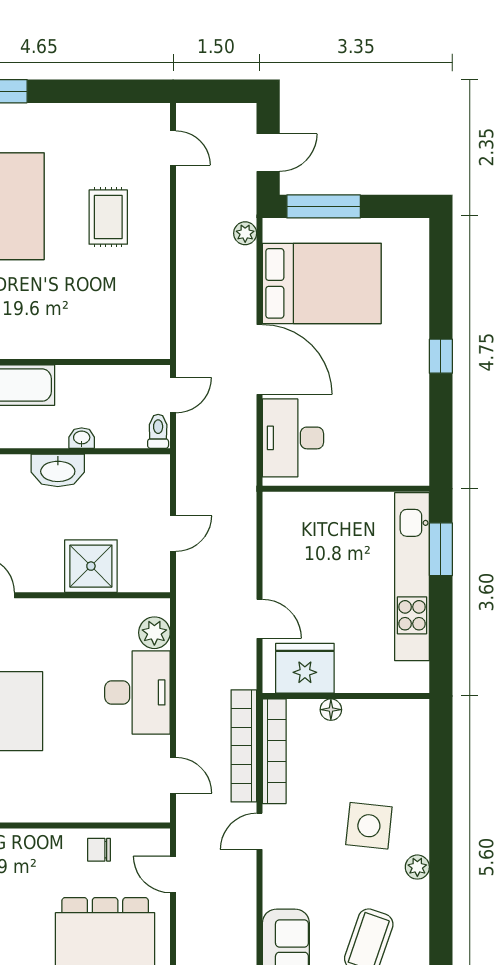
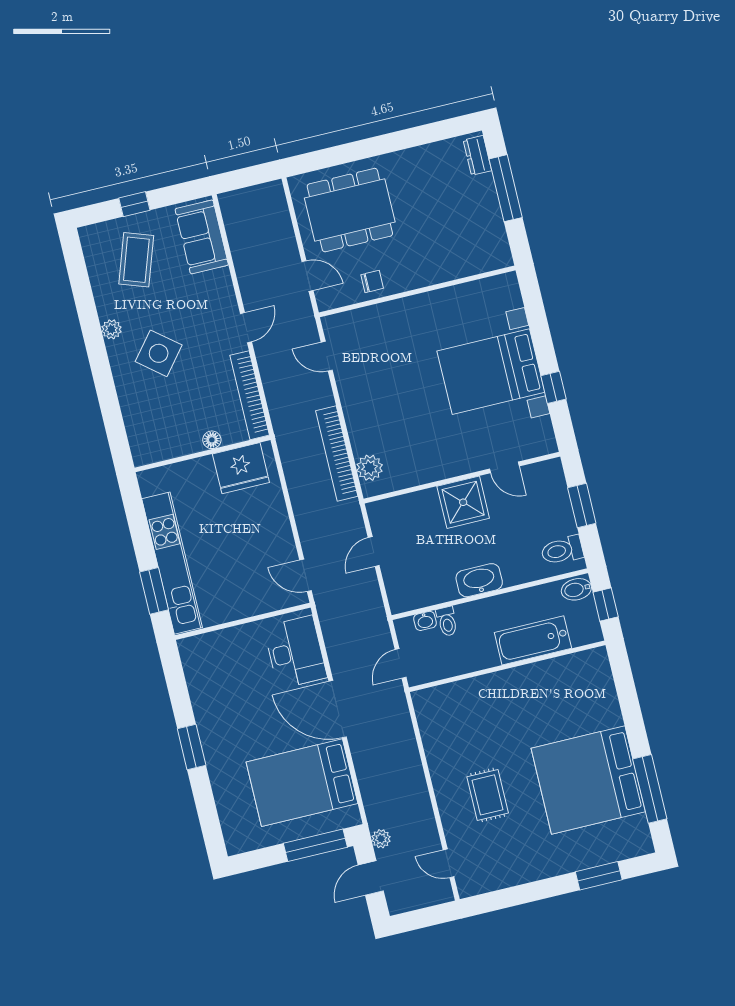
plant: (245, 233) -> (381, 839), moved
window: (441, 356) -> (192, 747), width x1.50
toilet: (158, 431) -> (447, 621), moved
washbasin: (82, 438) -> (425, 621), moved
shower: (91, 566) -> (463, 502), moved
door: (259, 619) -> (305, 575), moved
desk: (137, 692) -> (372, 416), removed
bookcase: (244, 746) -> (337, 453), moved, turned 180
side table: (369, 826) -> (159, 353), turned 33

